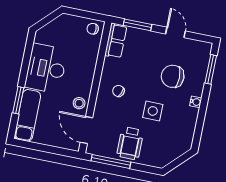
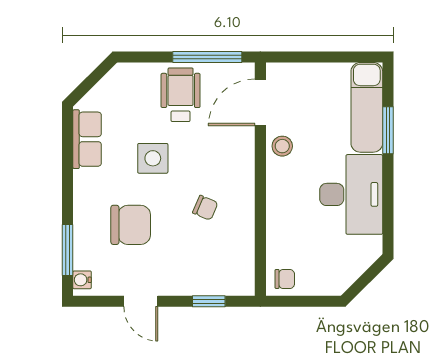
window: (138, 25) -> (209, 301), width x0.67
row of seats: (116, 41) -> (87, 139), moved, turned 180
chair: (118, 91) -> (205, 208), moved
water cooler: (196, 102) -> (82, 280), moved
door: (86, 130) -> (260, 102), swing flipped

